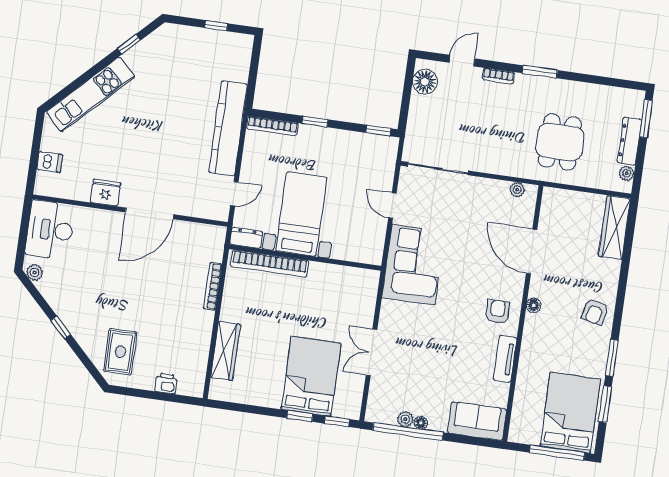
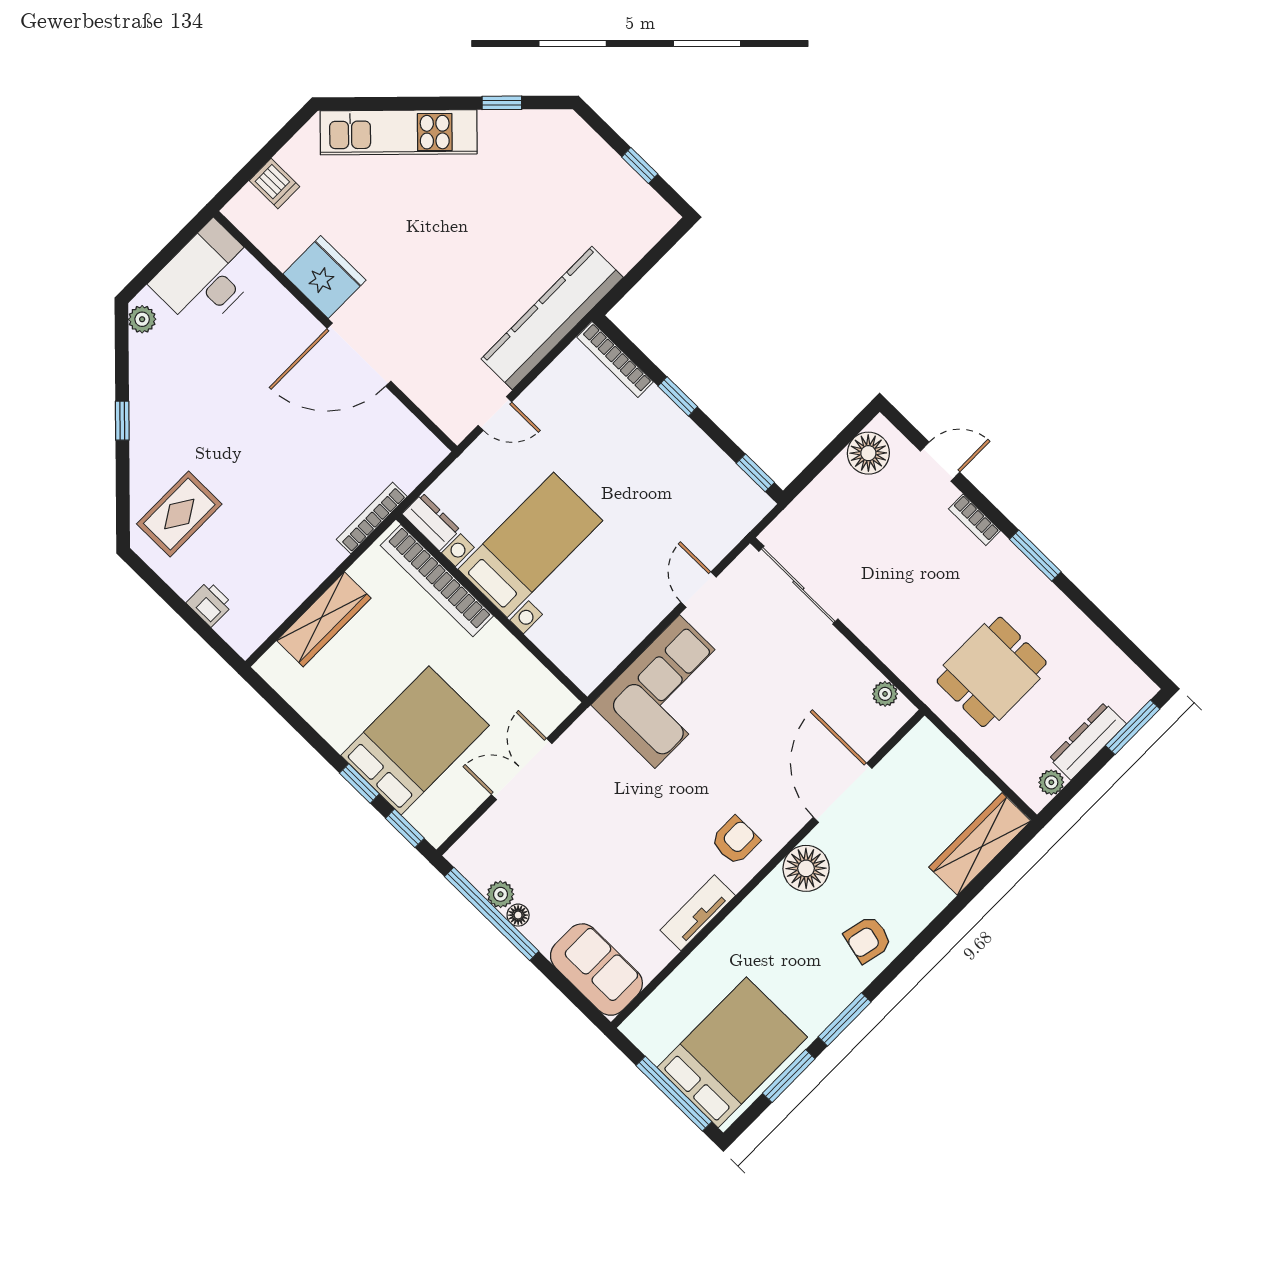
fridge: (105, 193) -> (324, 277), width x1.36, depth x1.34
bed with nightstands: (301, 214) -> (530, 545), moved
dresser: (246, 238) -> (431, 522), moved
wall: (305, 257) -> (492, 608), moved
bookcase: (270, 264) -> (437, 581), moved
floor lamp: (534, 305) -> (806, 868), width x1.89, depth x1.89

